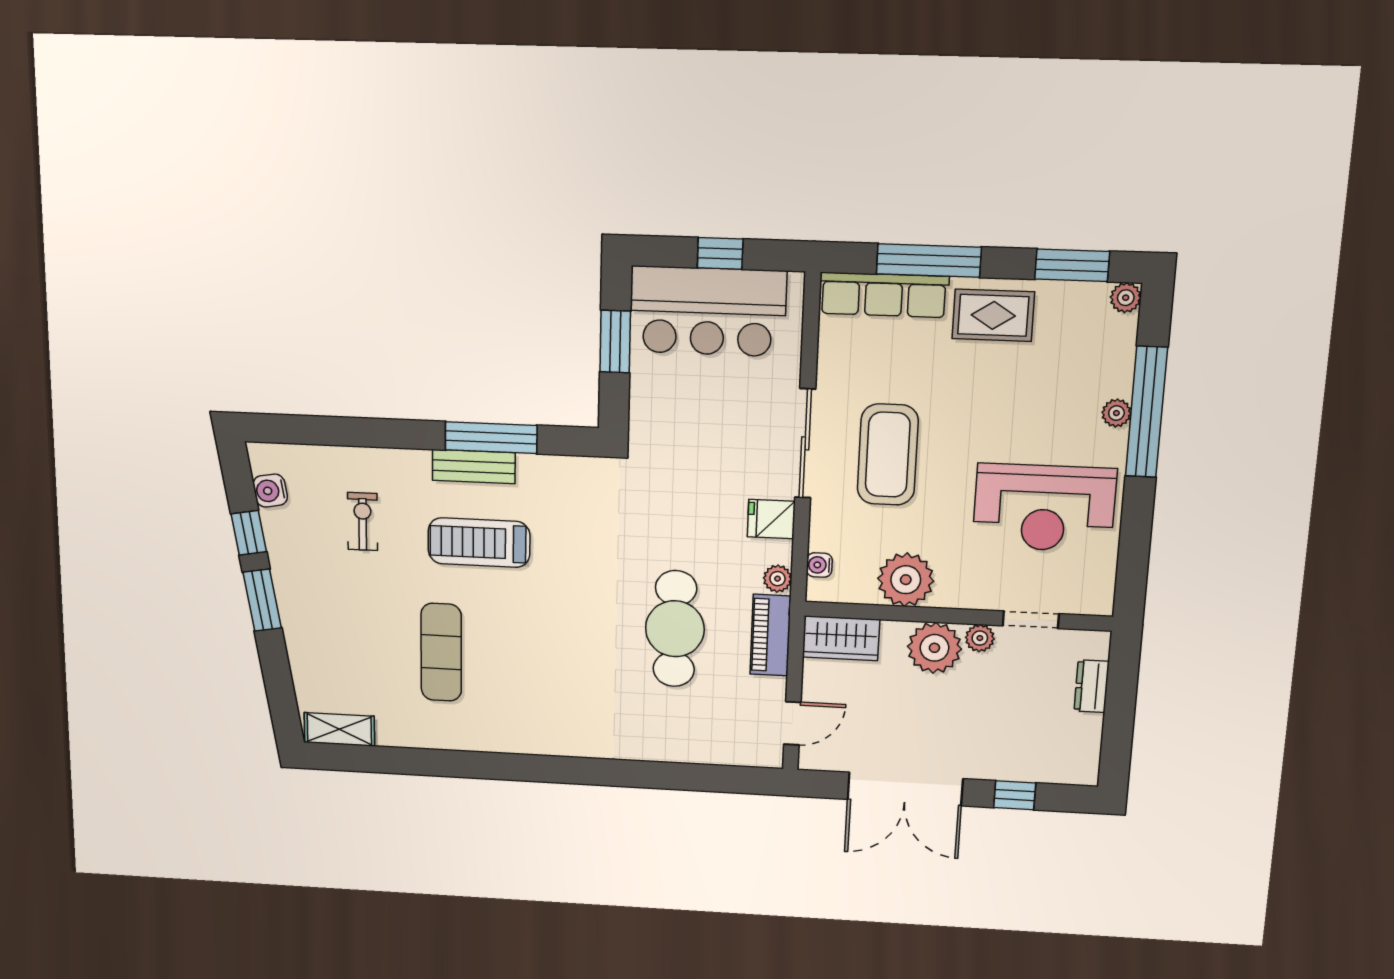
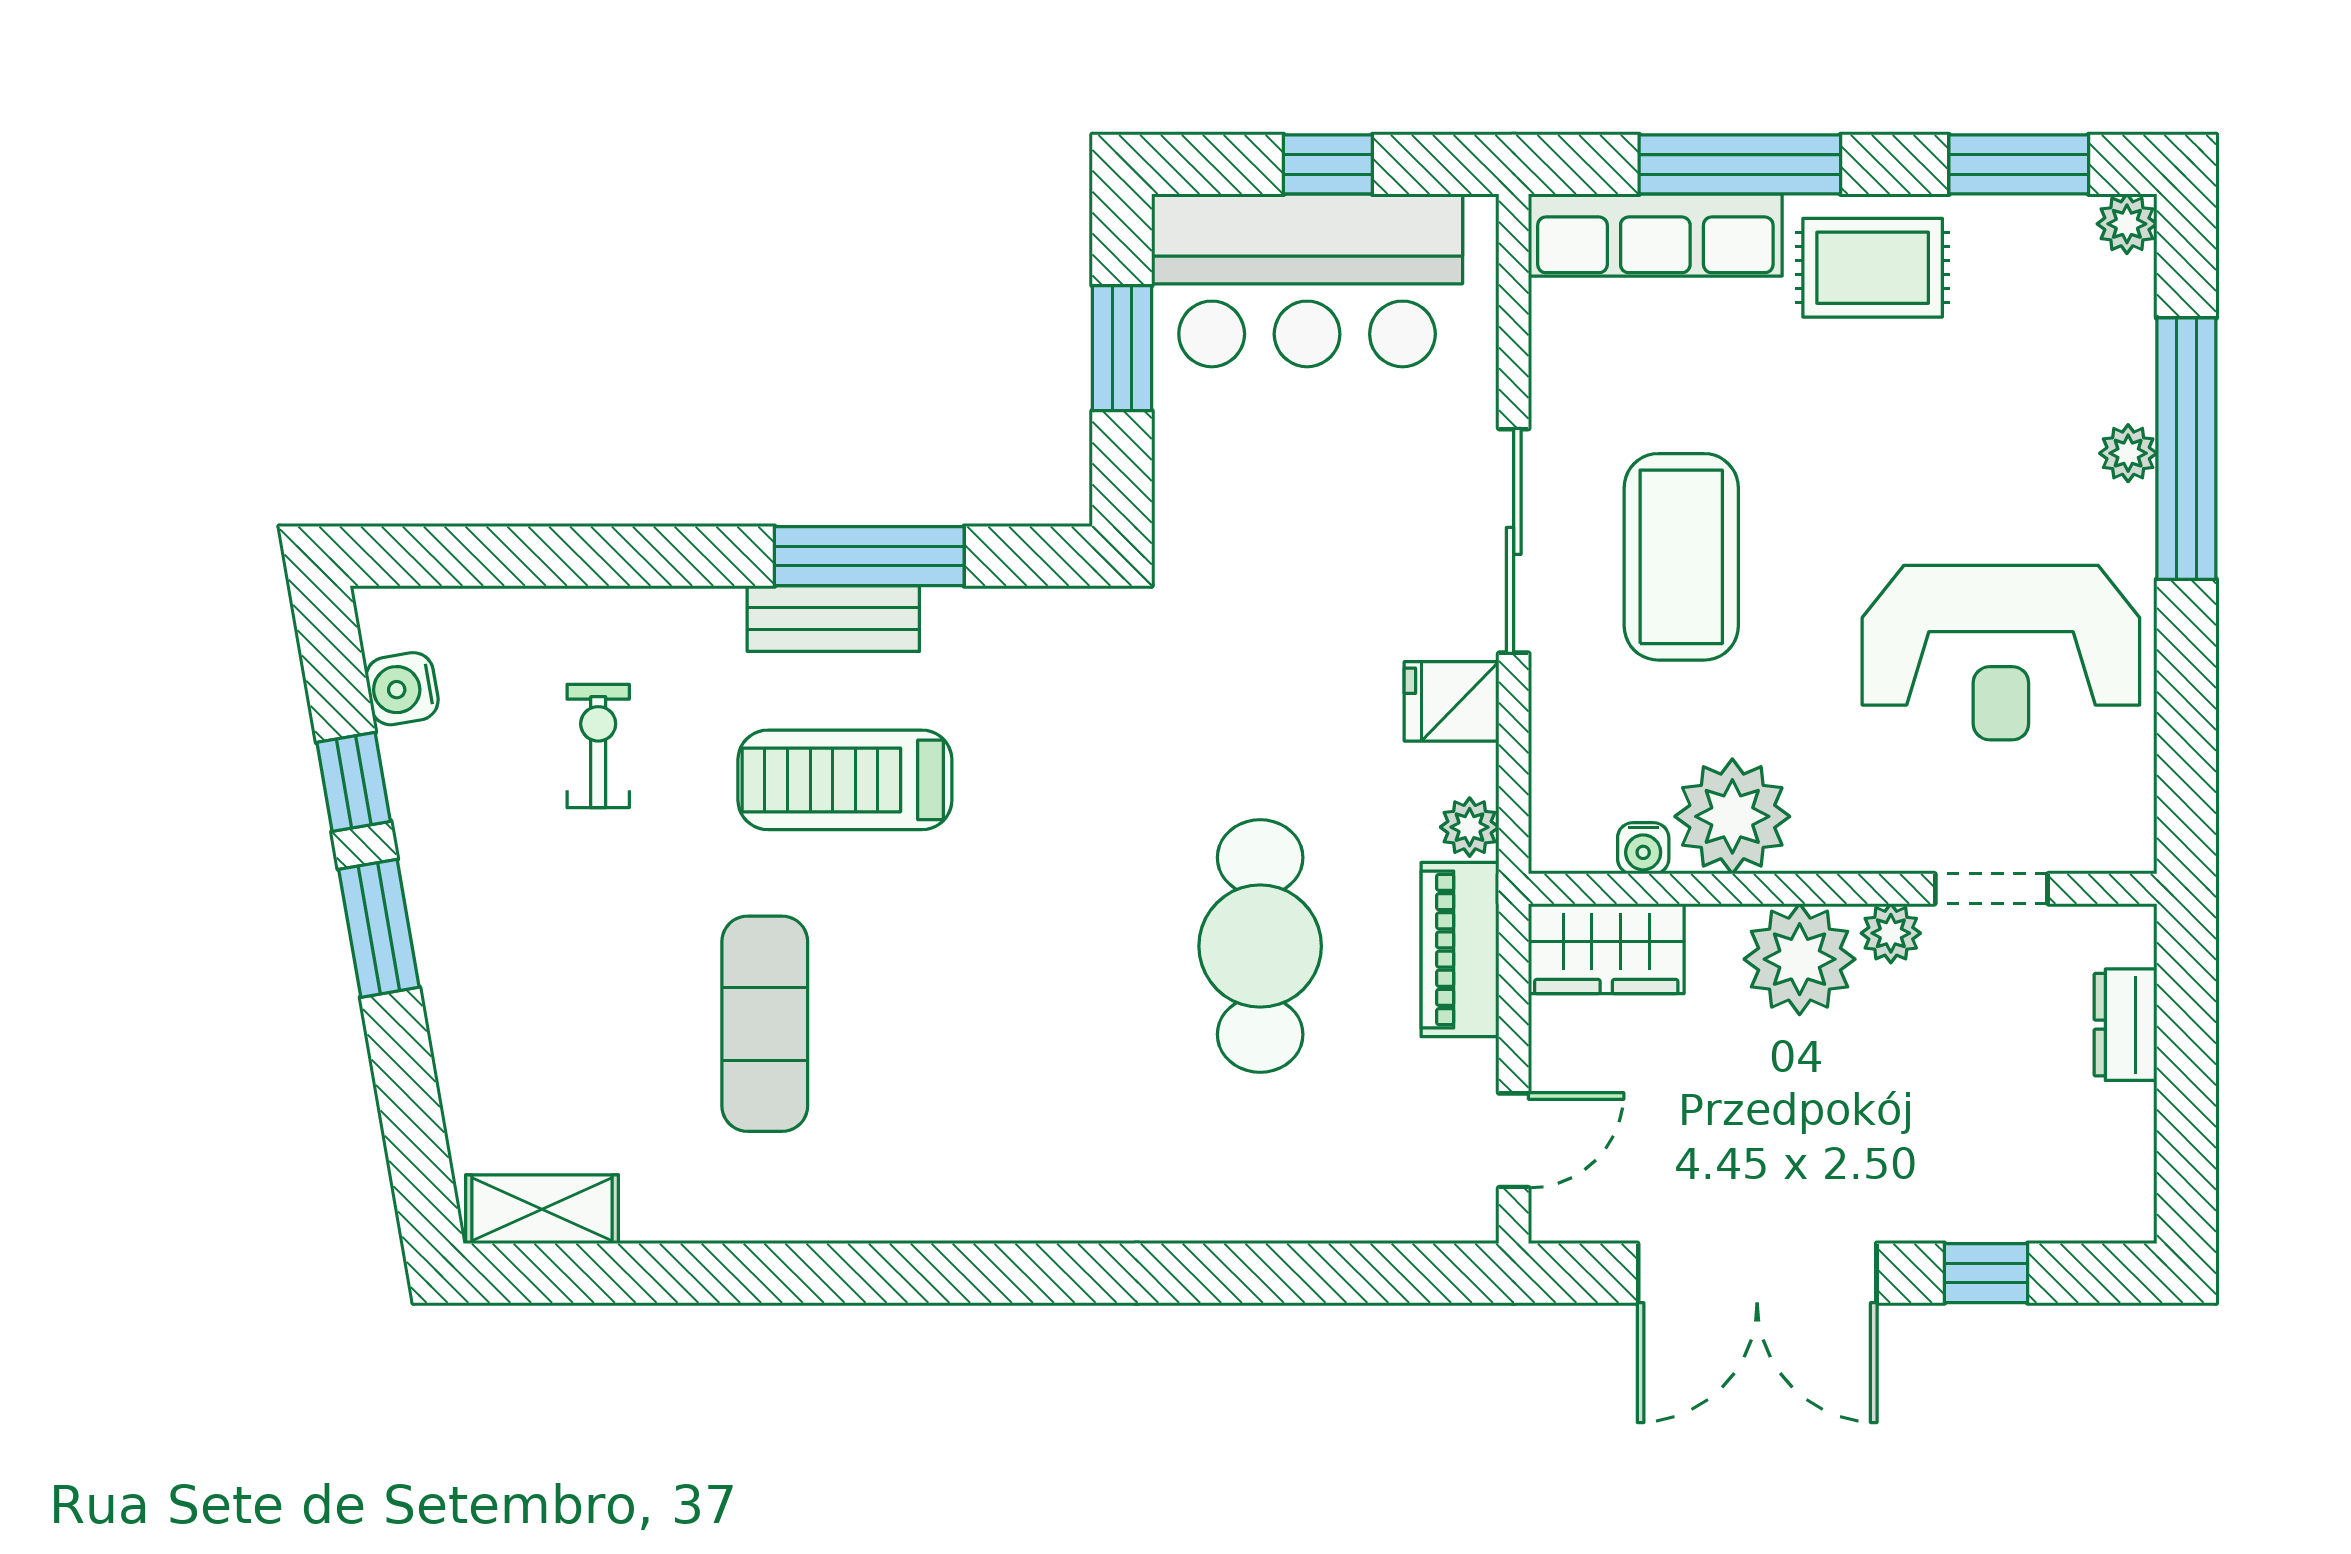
water cooler: (819, 565) -> (1643, 848), moved, turned -90

